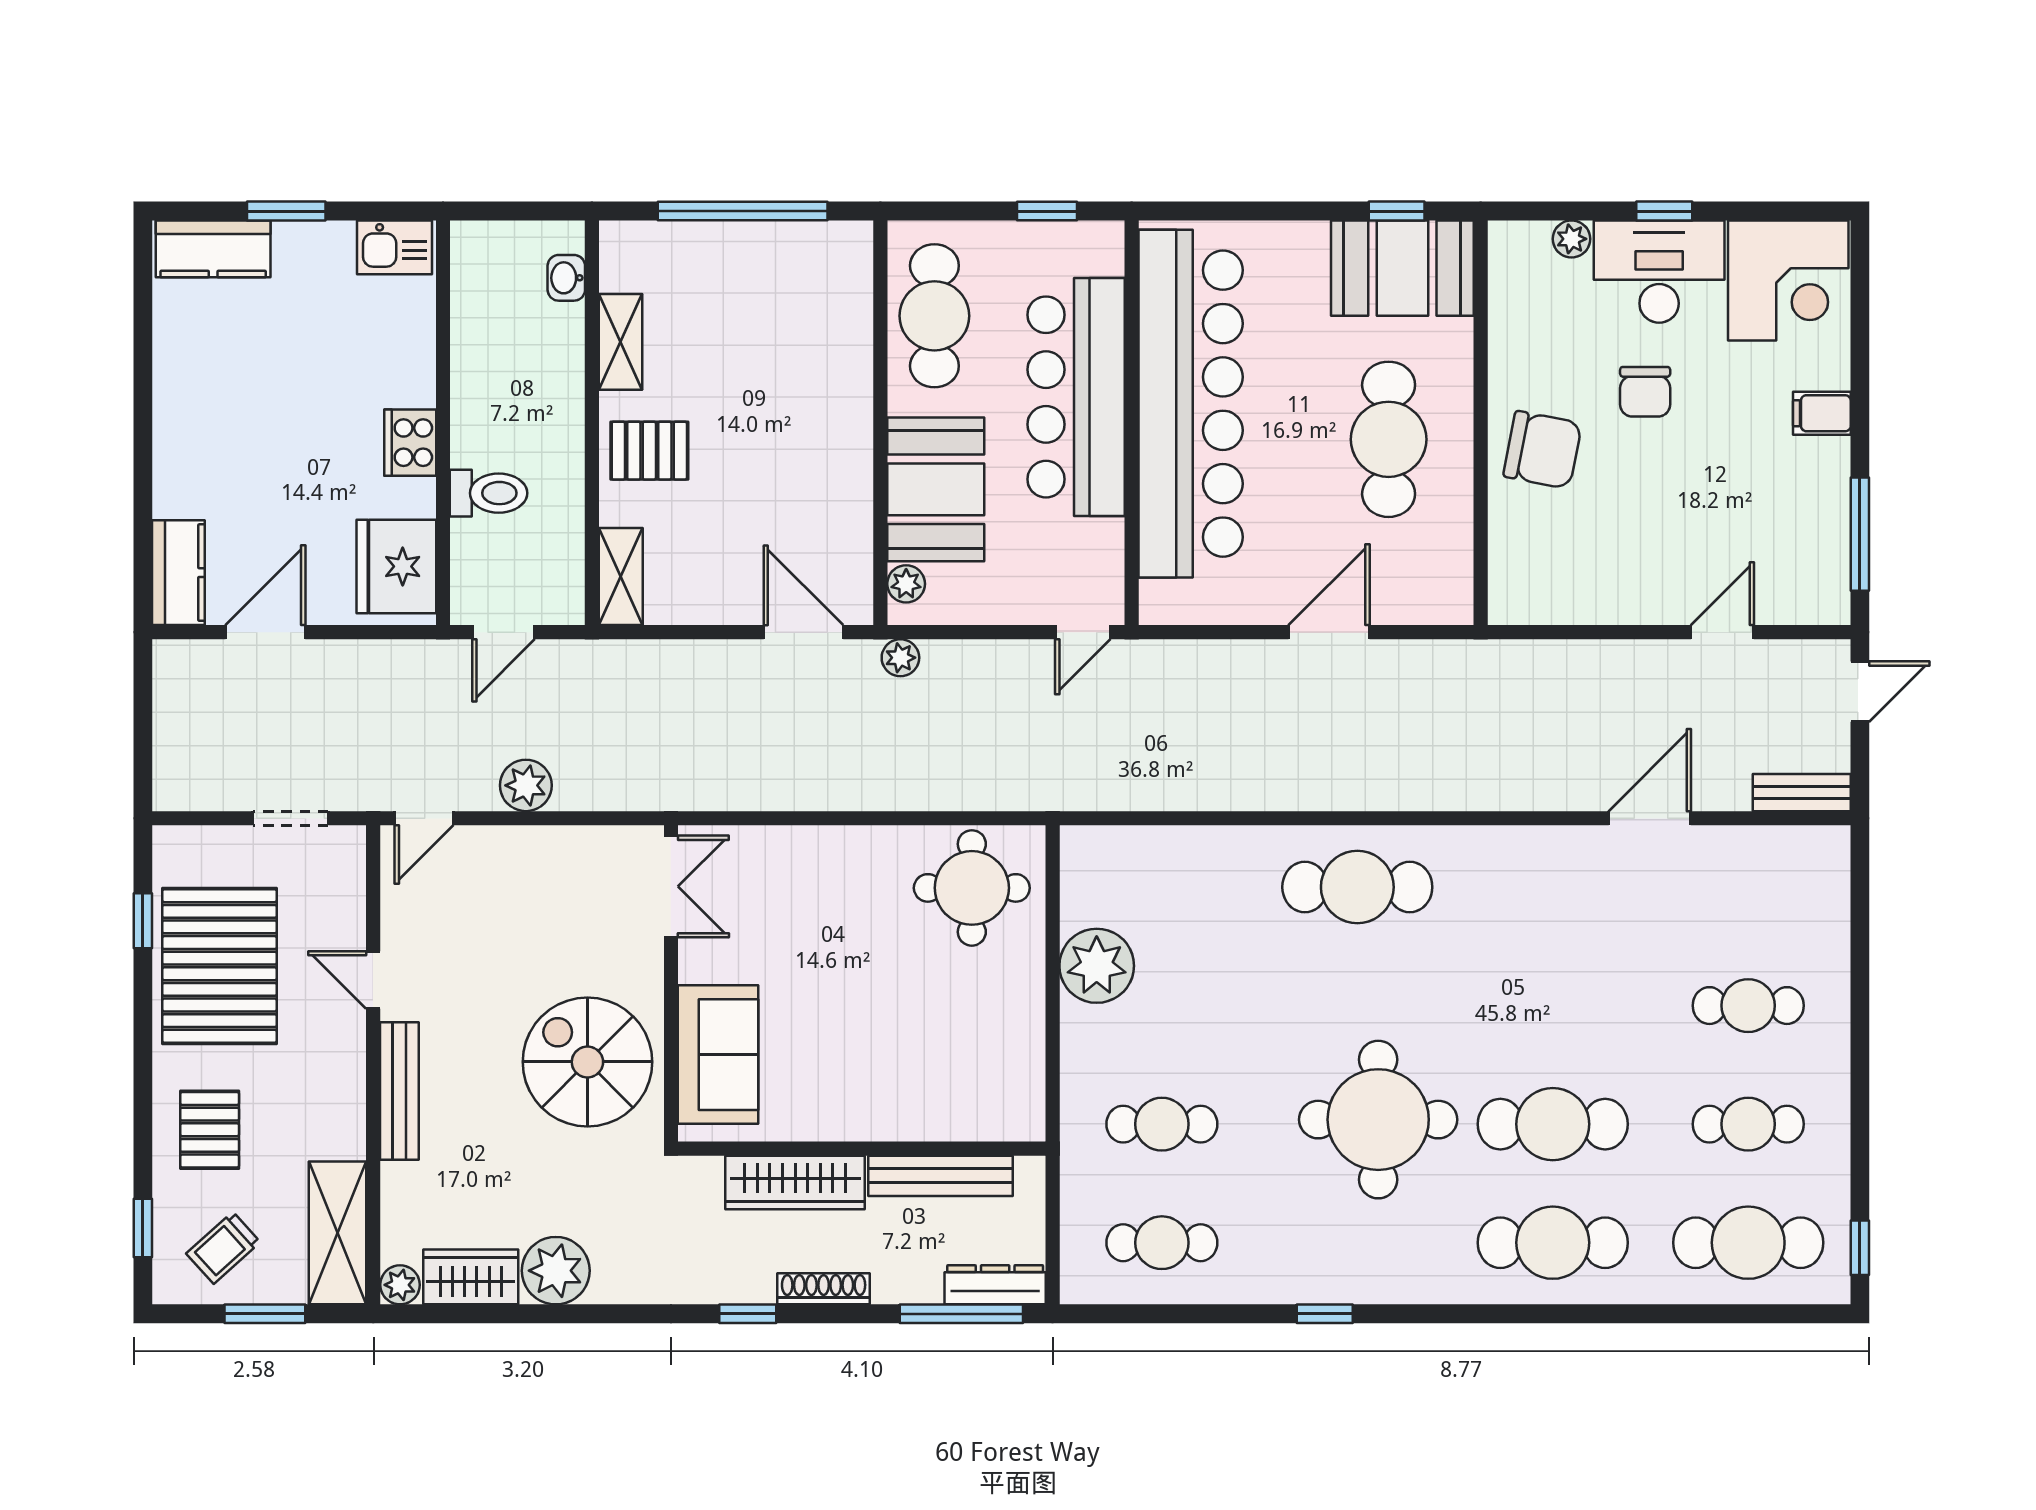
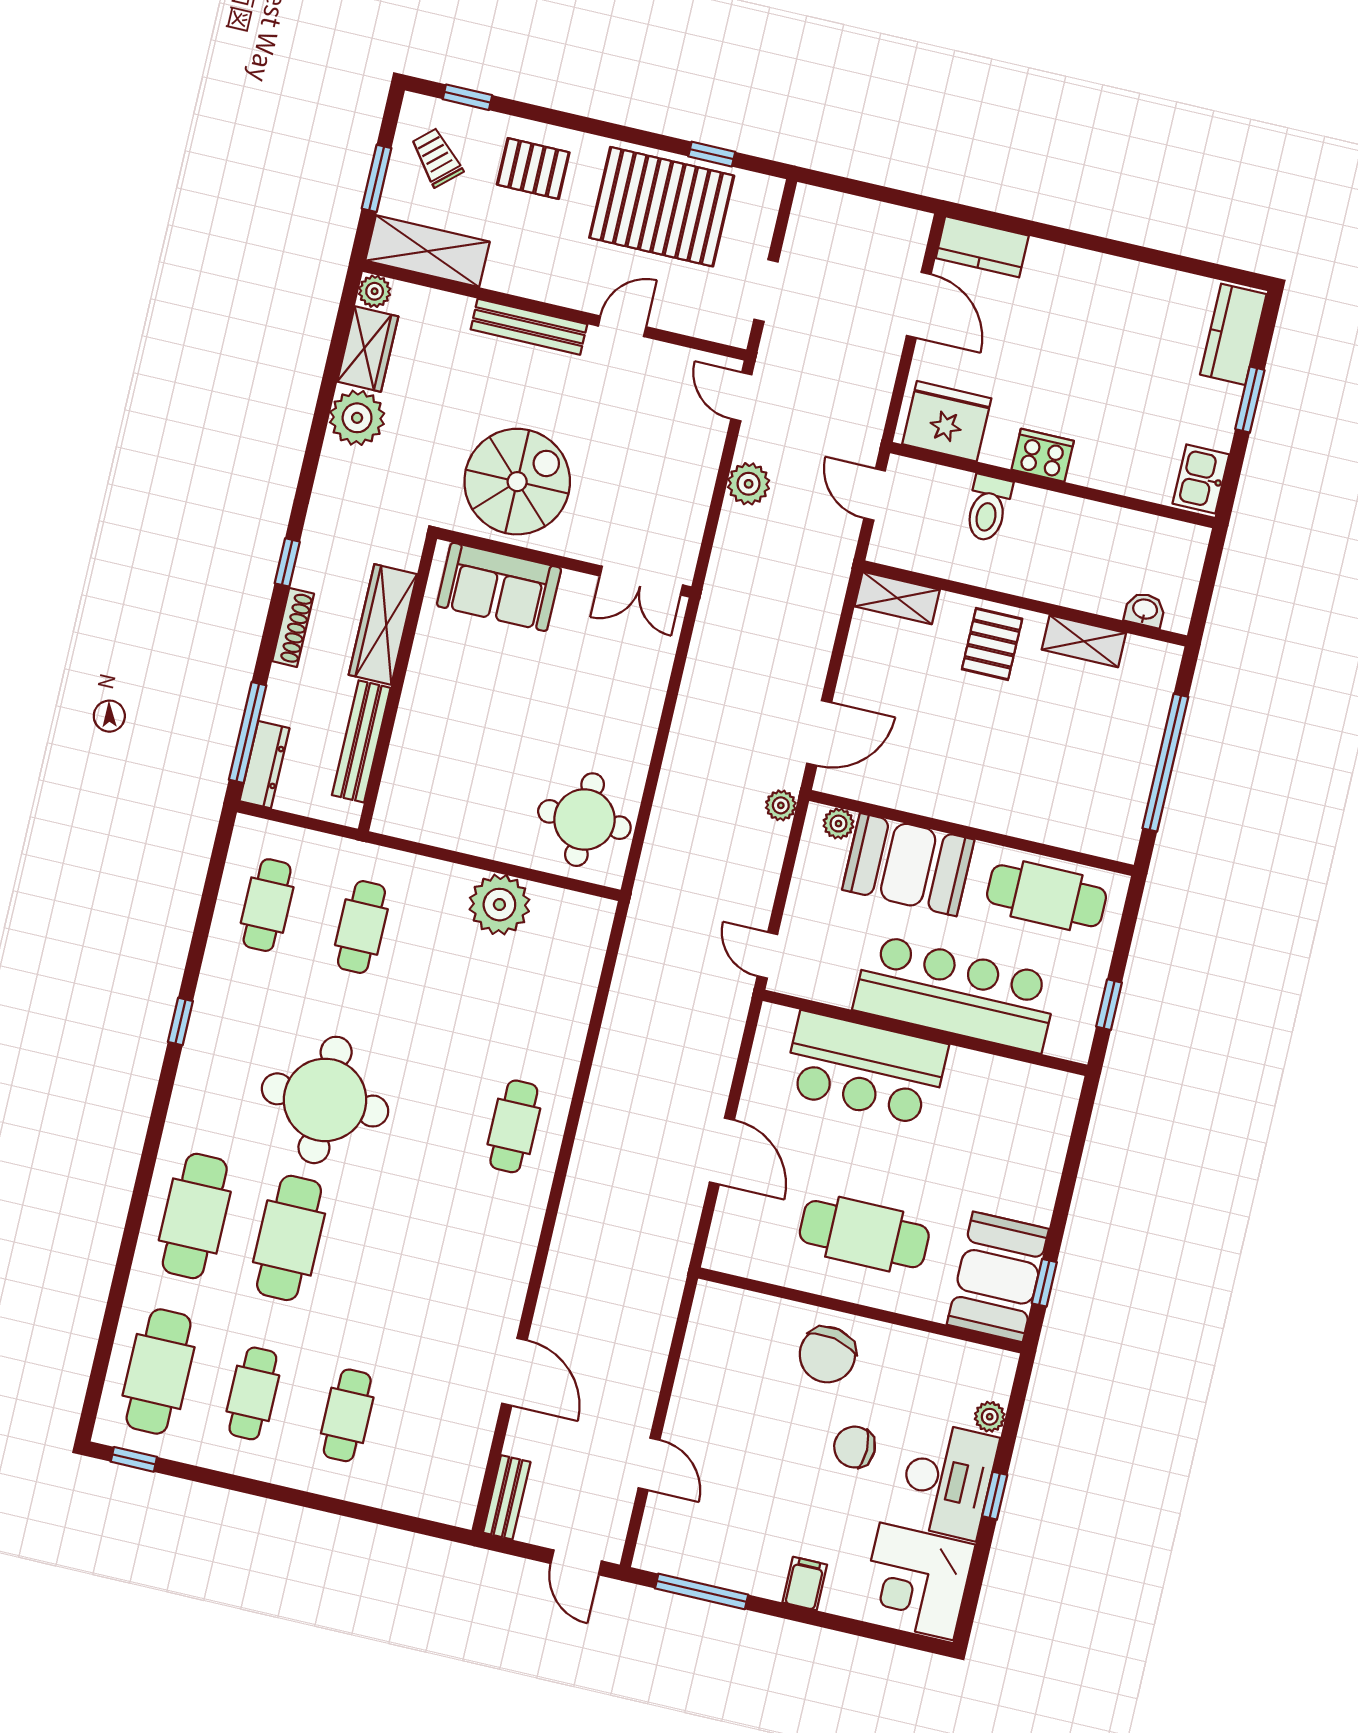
bar counter: (1191, 404) -> (865, 1068), width x0.54
cafe table: (1357, 887) -> (514, 1126), width x0.73, depth x0.74

